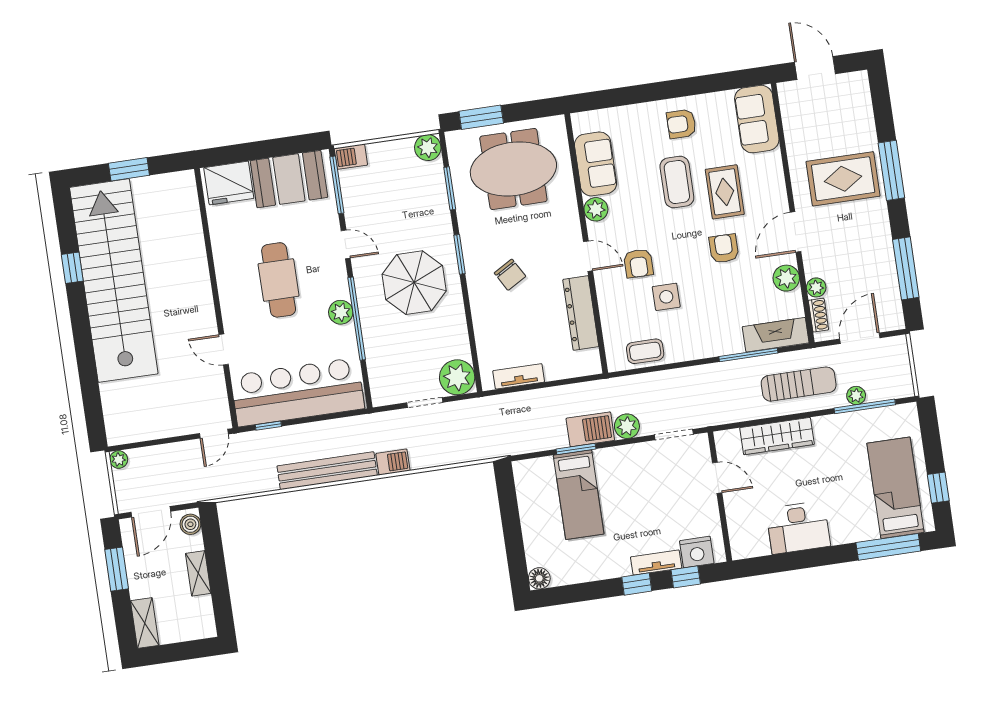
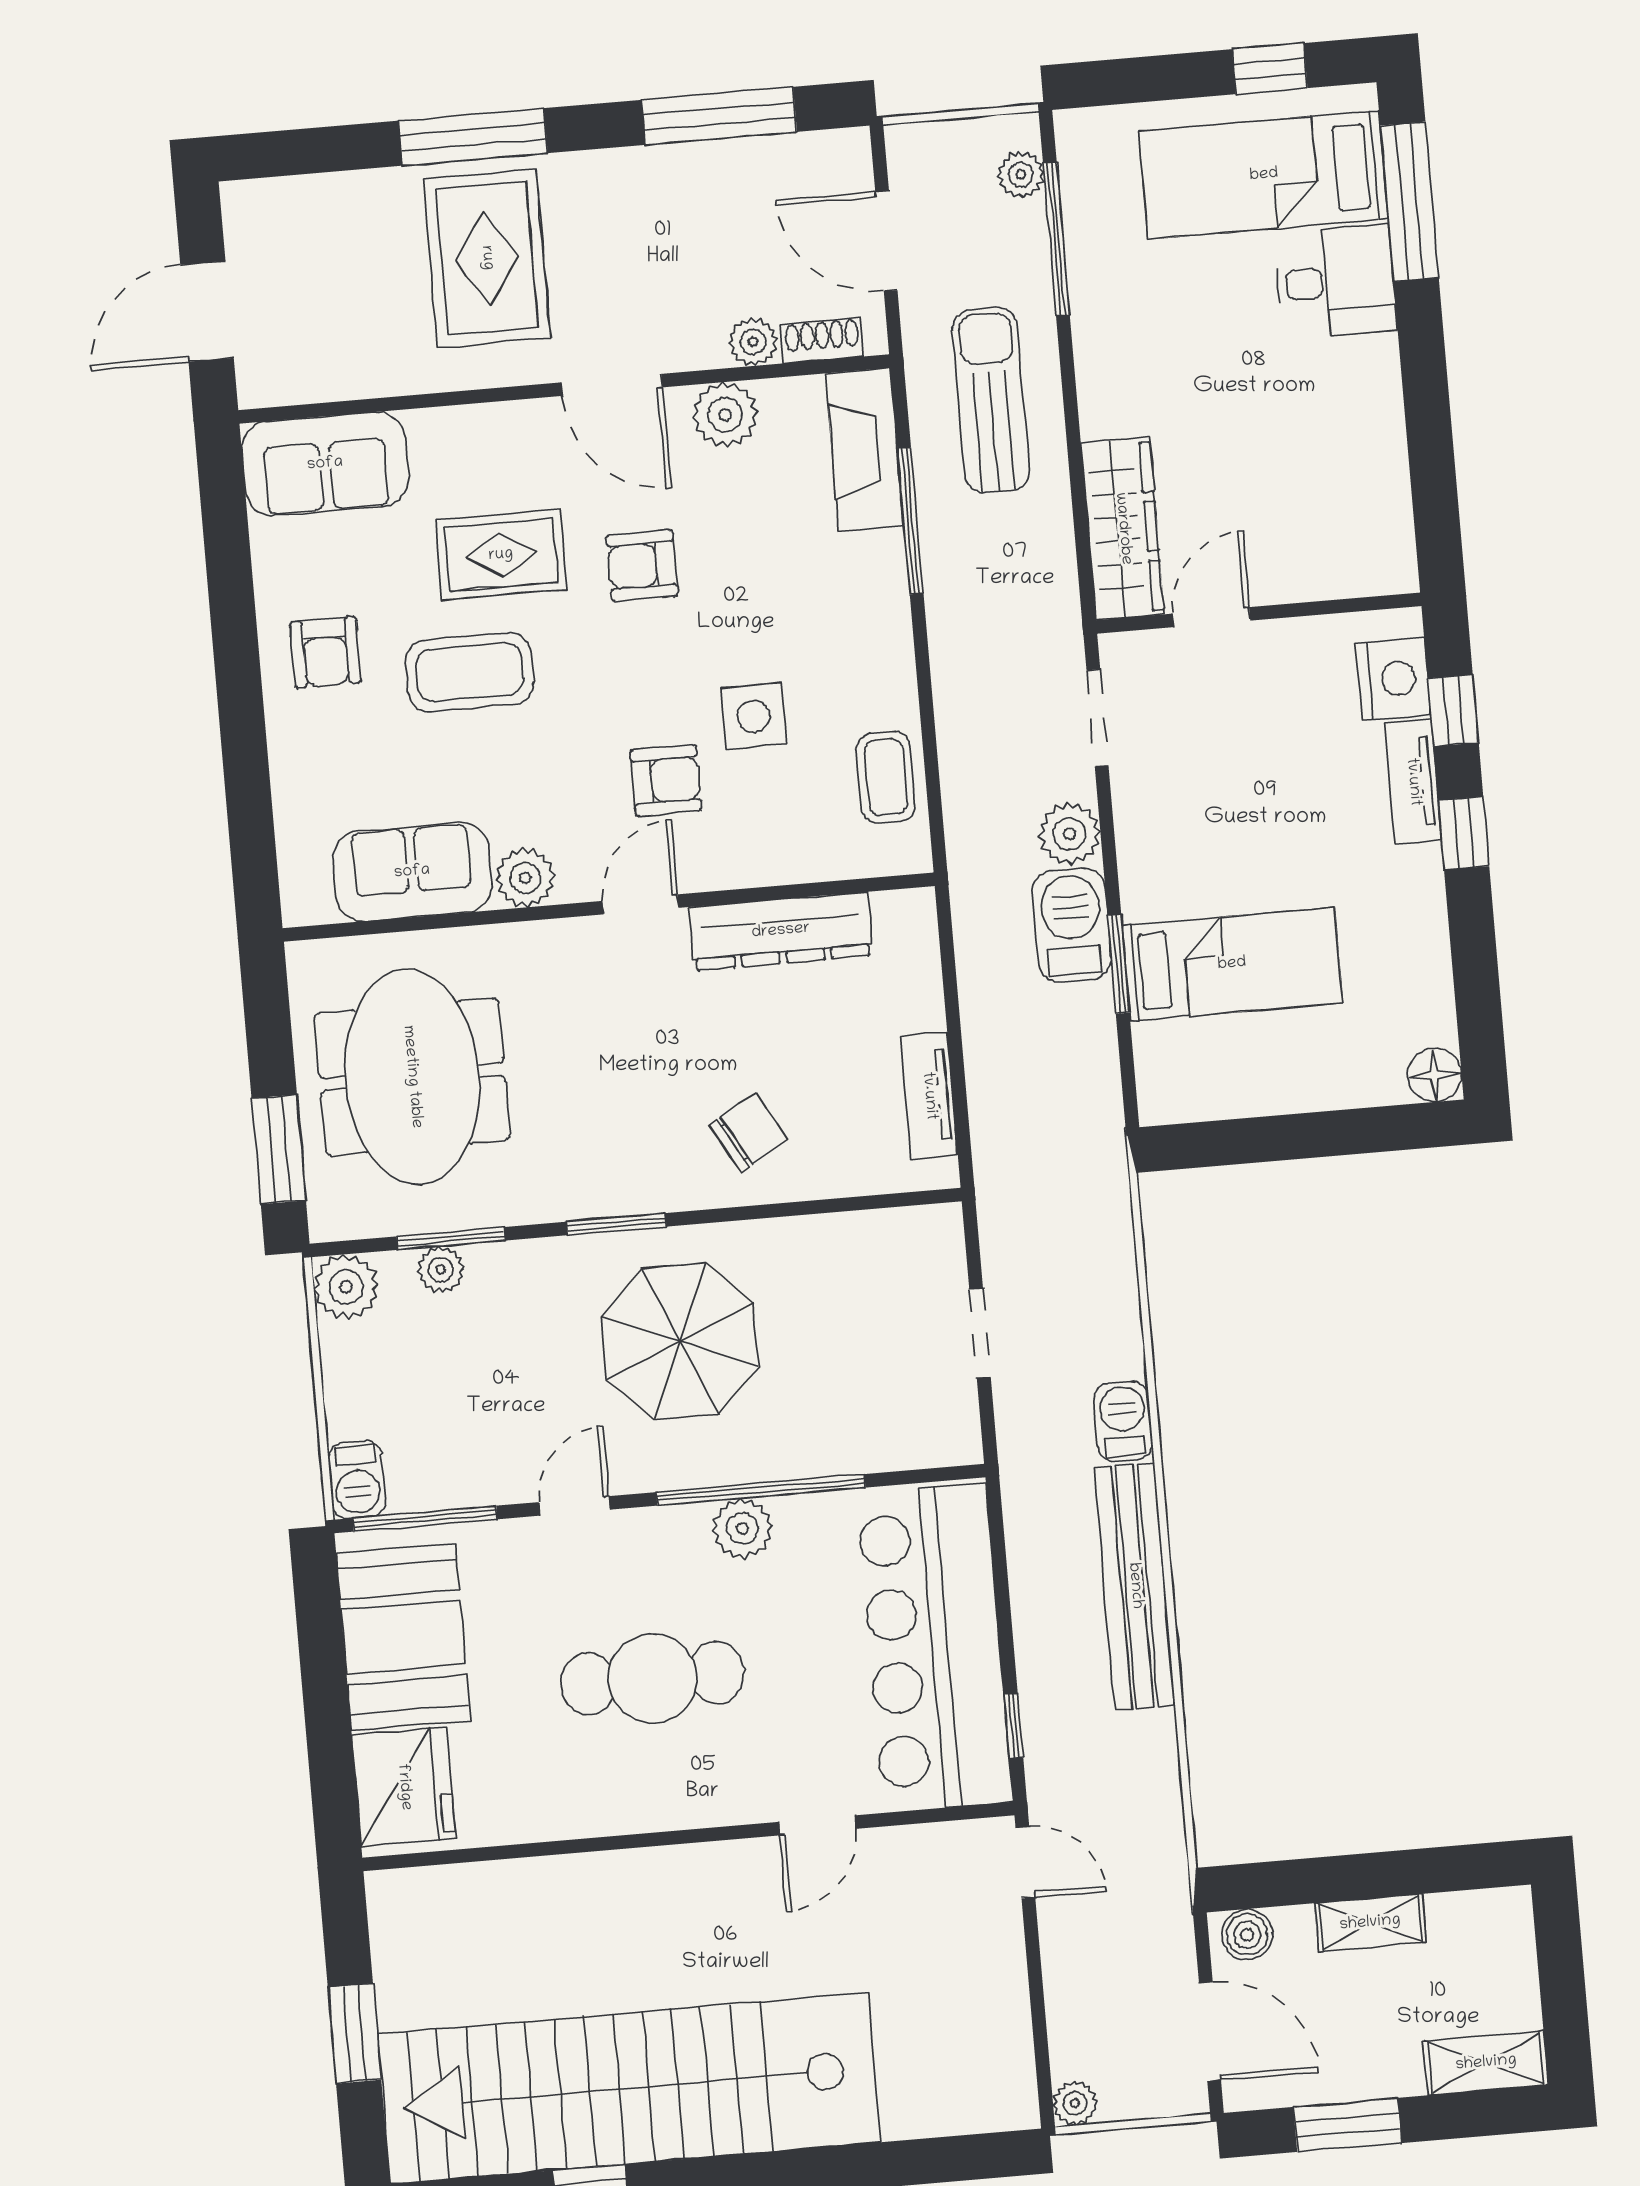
chair: (510, 275) -> (749, 1132), moved
plant: (457, 377) -> (441, 1270), moved, width x0.53, depth x0.53
plant: (856, 396) -> (1021, 175), moved
wardrobe: (777, 436) -> (1123, 529), moved
desk: (798, 528) -> (1336, 282), moved, width x0.73

